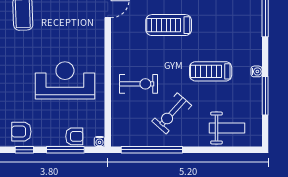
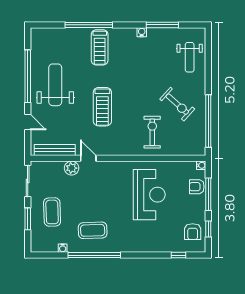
treadmill: (211, 71) -> (100, 47), moved
reception desk: (65, 80) -> (149, 195), turned 180
weight bench: (227, 128) -> (190, 57), turned 180
armchair: (74, 136) -> (197, 187), turned -90

